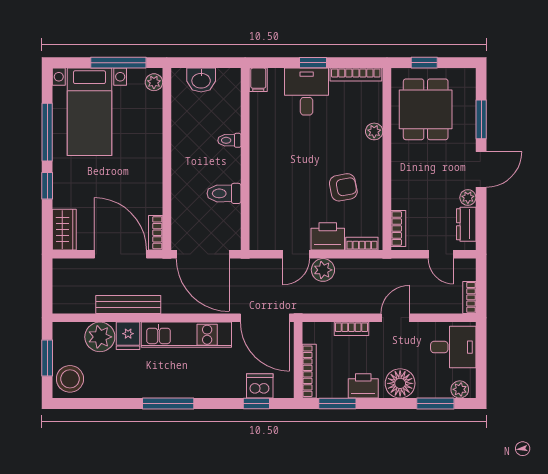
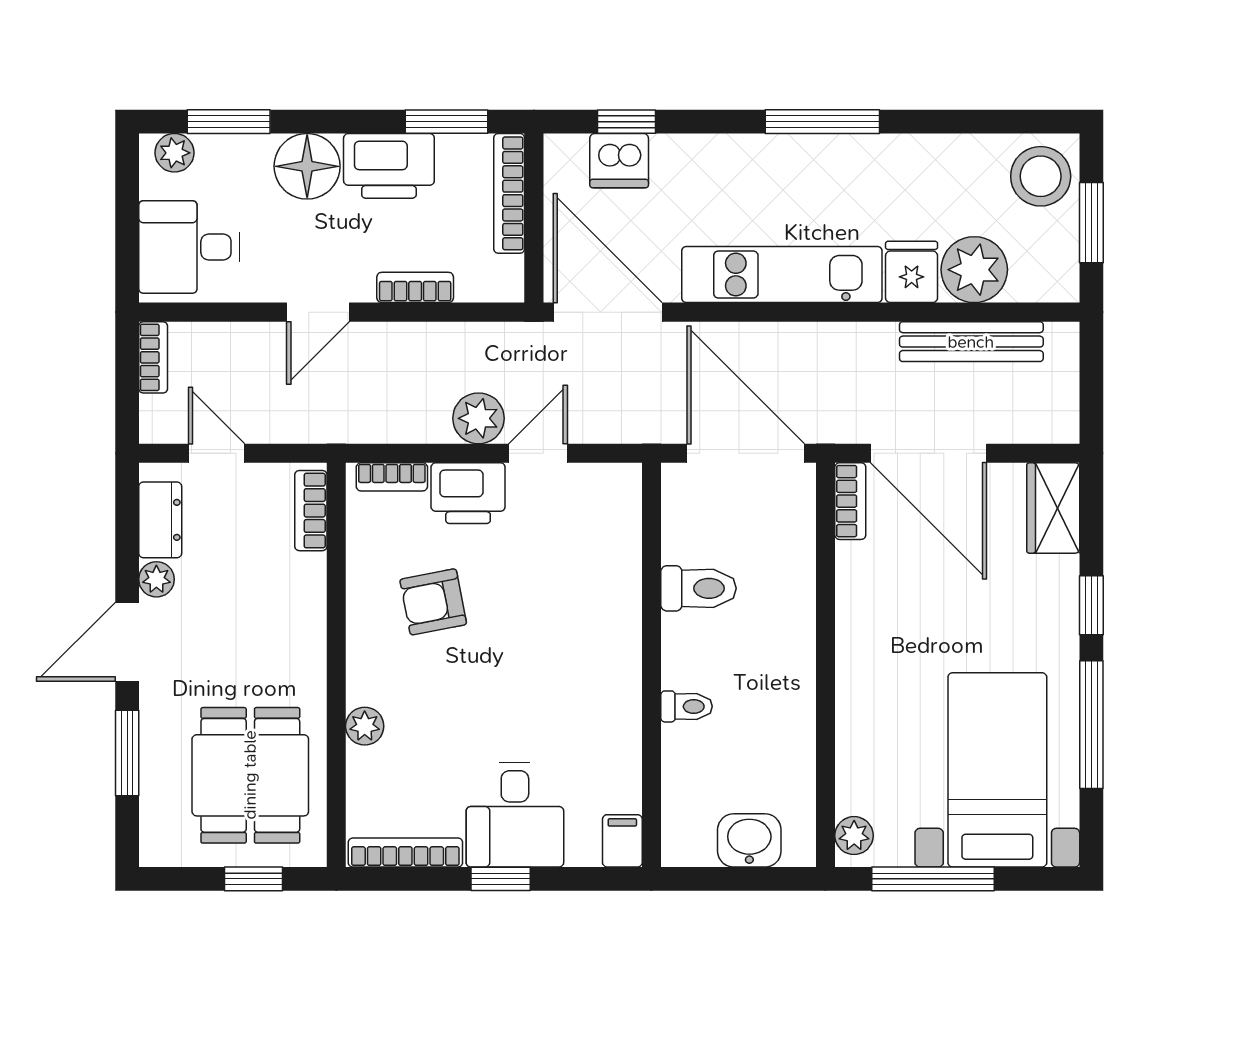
bench: (128, 304) -> (971, 342), moved
printer: (363, 386) -> (389, 166), width x1.37, depth x1.19

